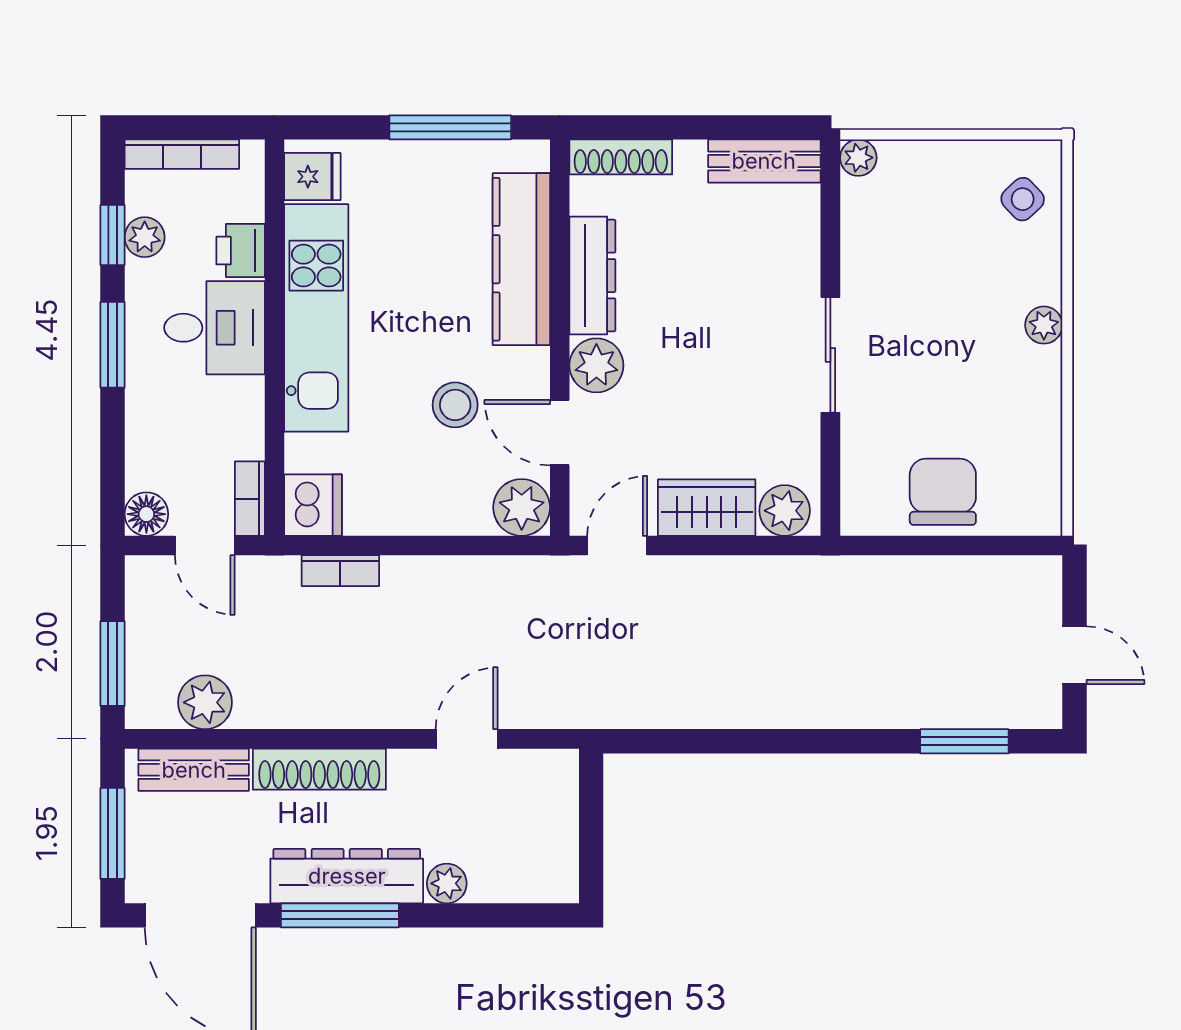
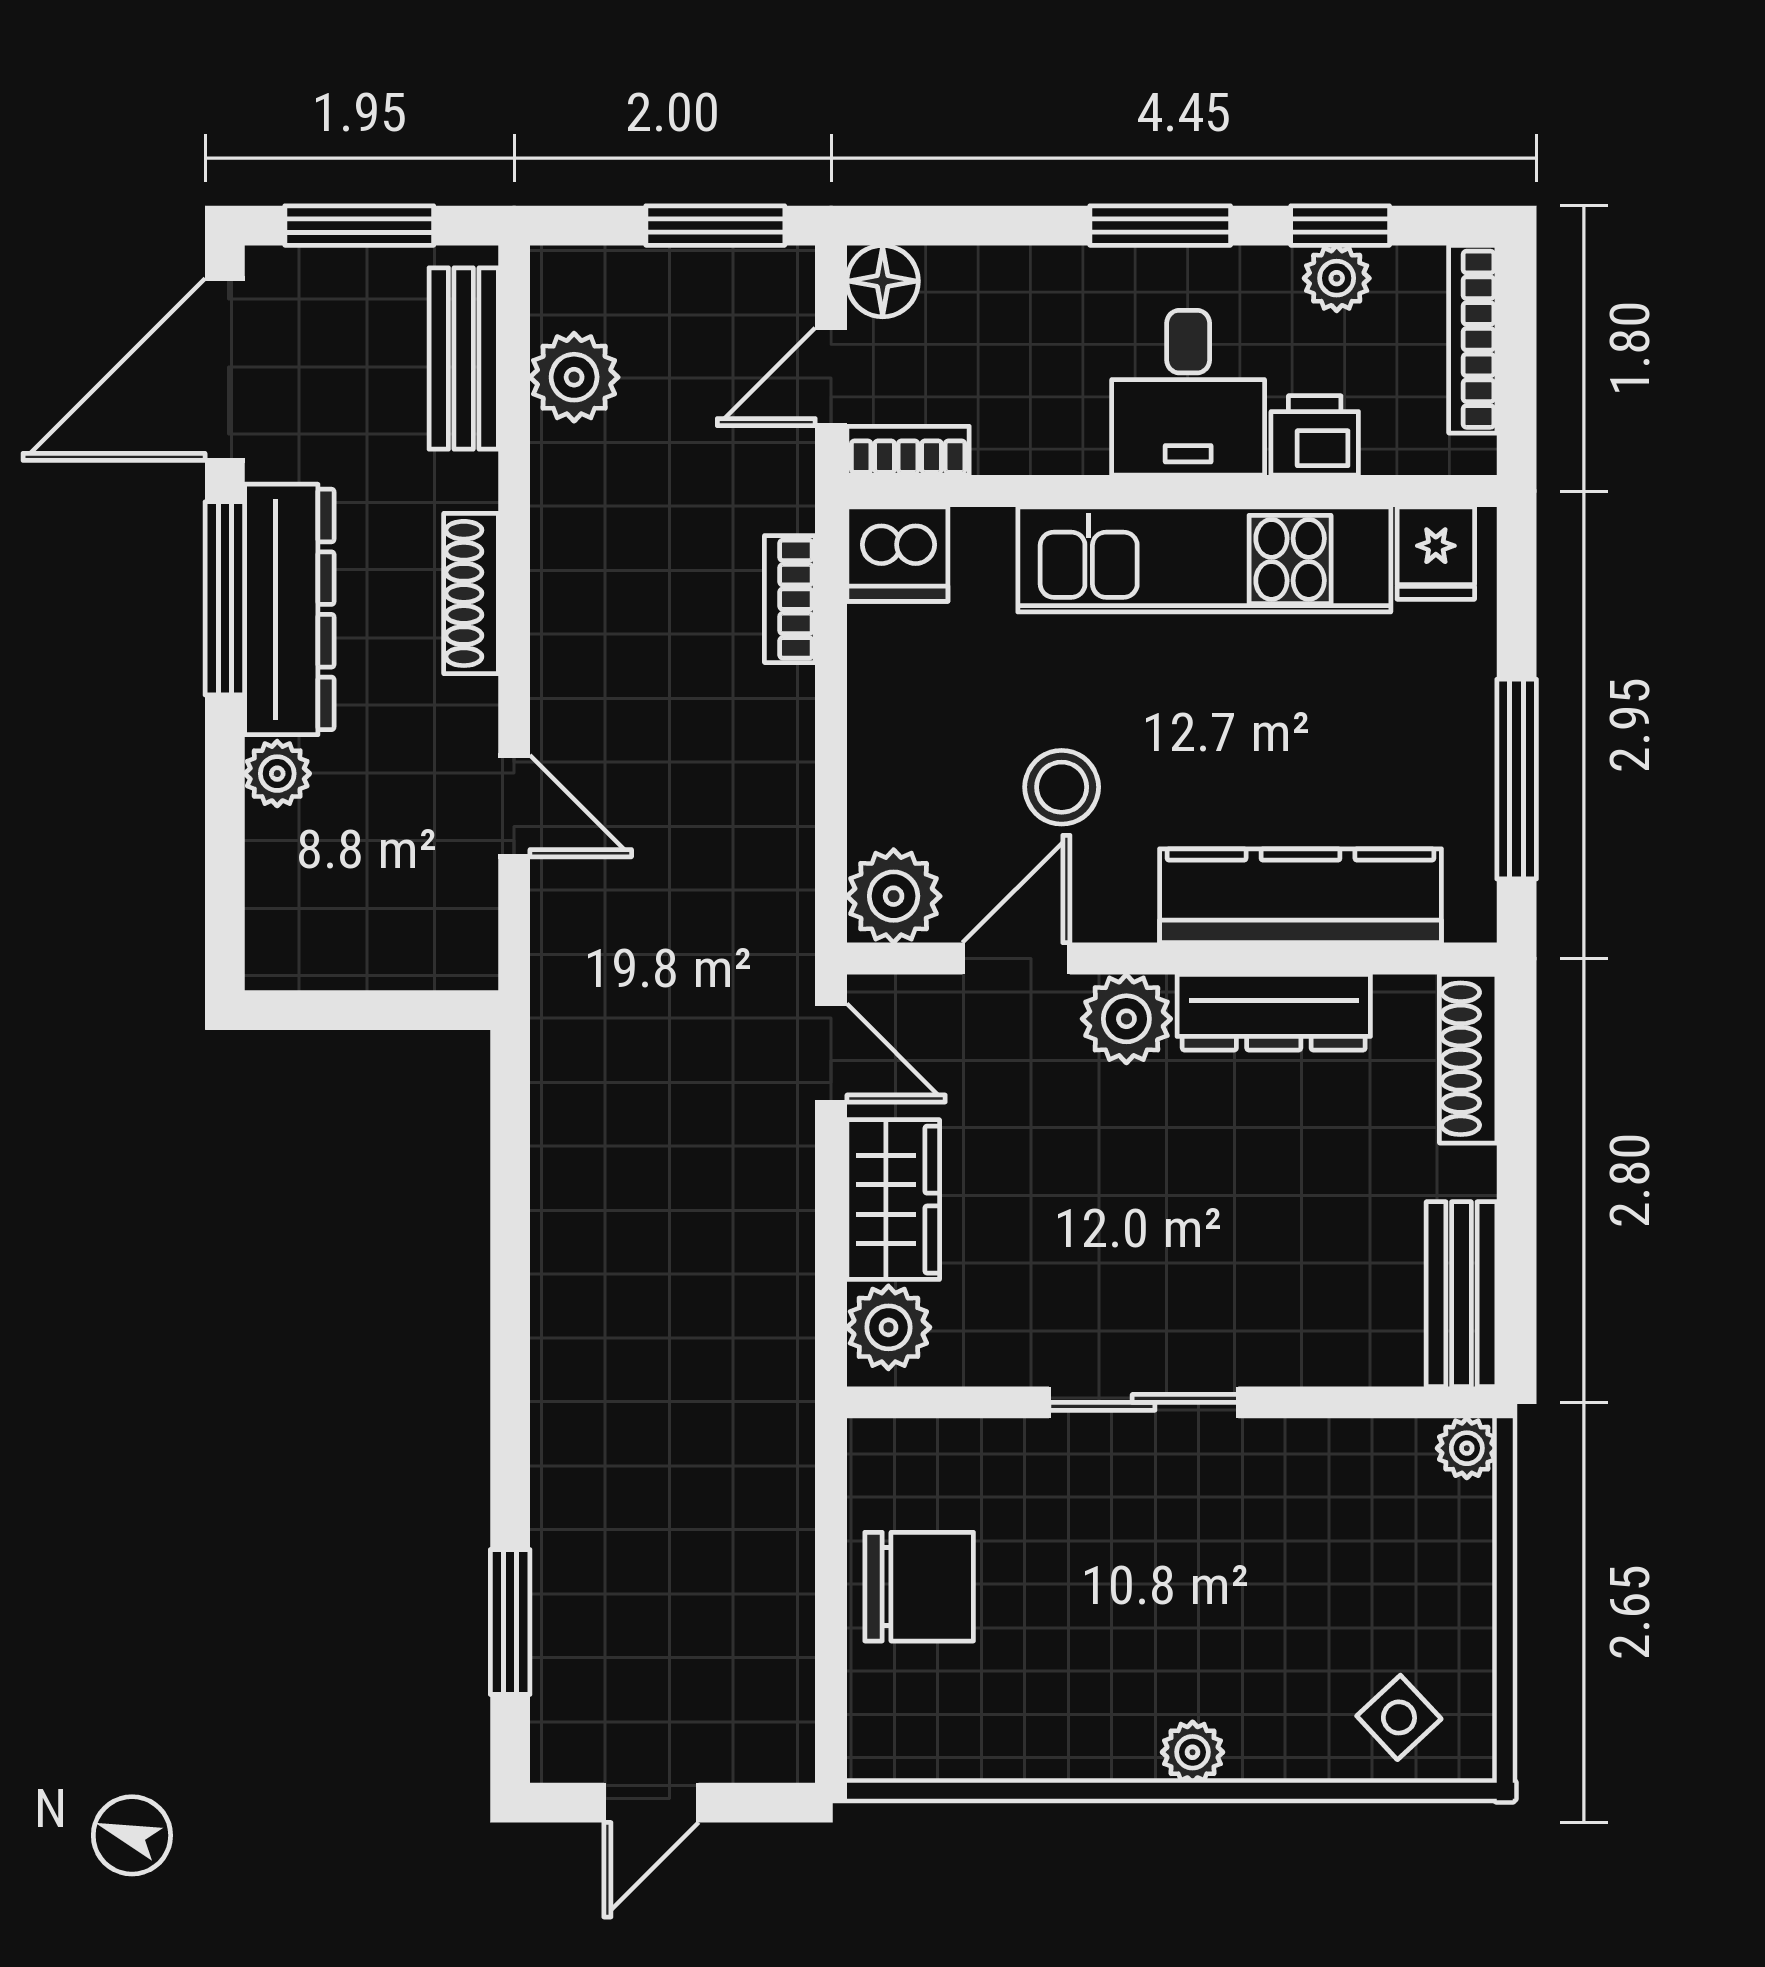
window: (113, 664) -> (715, 226), moved
shoe rack: (319, 769) -> (471, 593), width x0.74, depth x0.81

